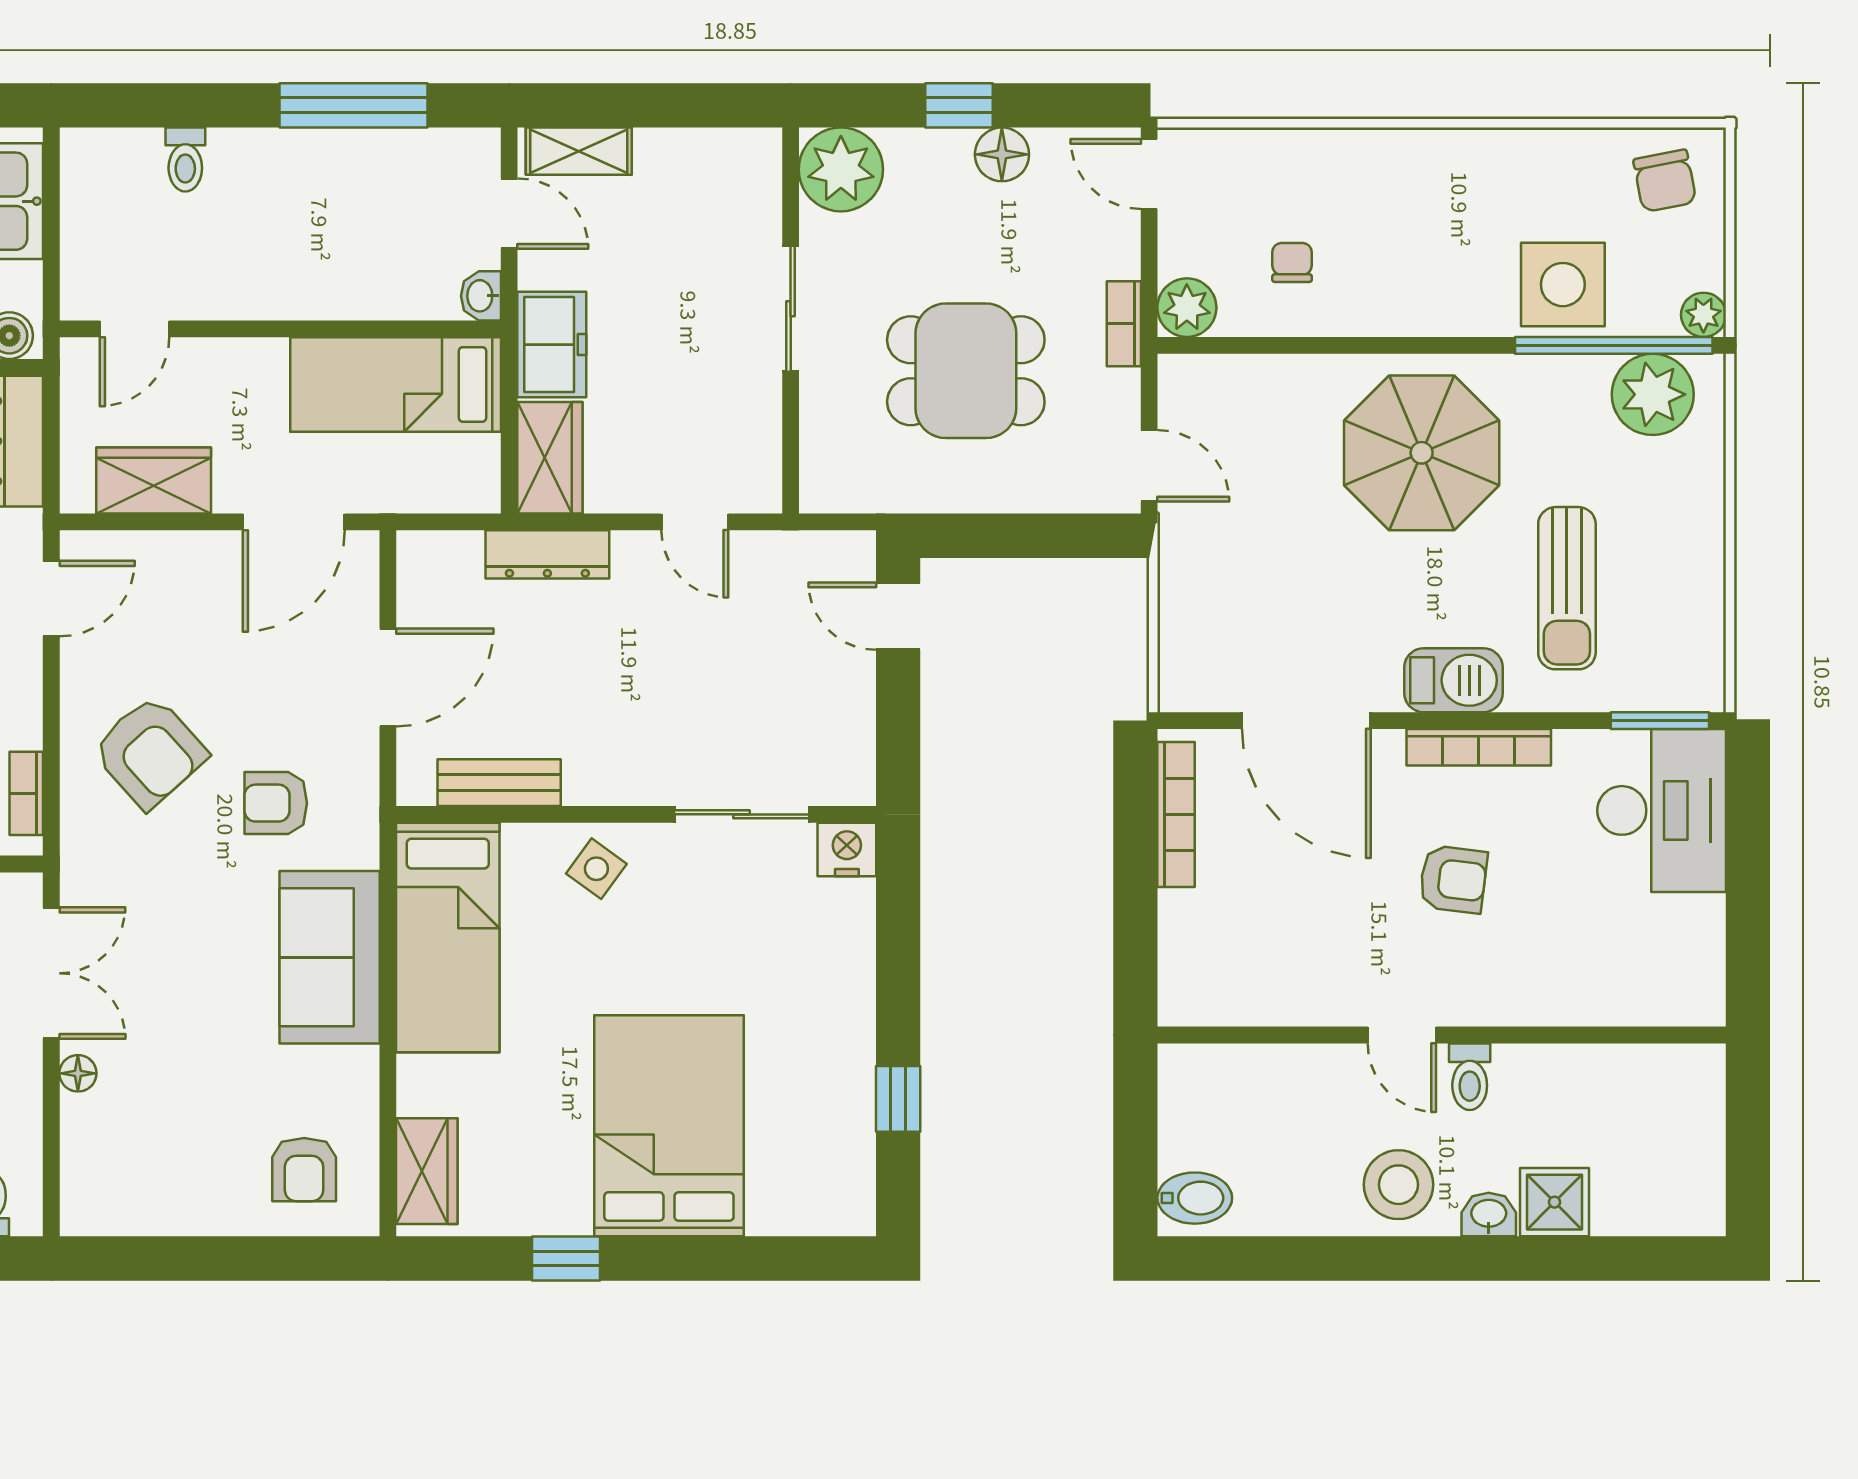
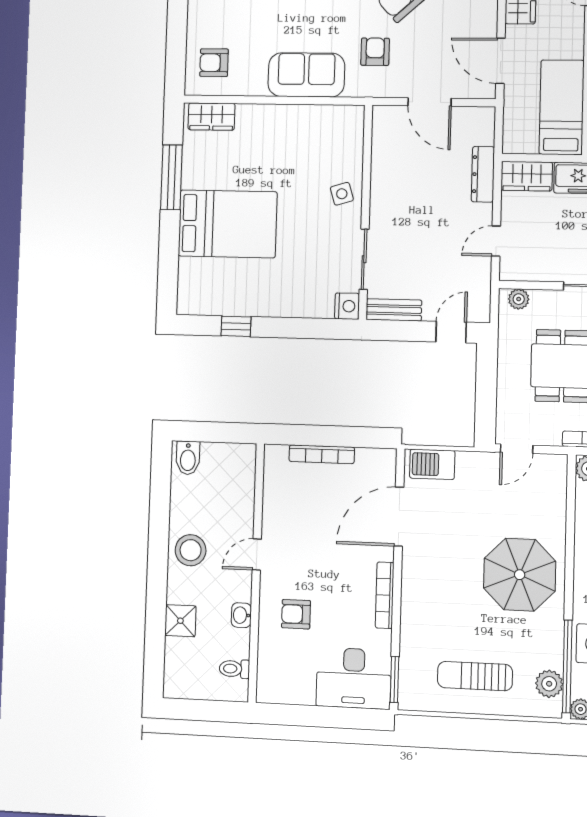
plant: (1653, 394) -> (549, 684), width x0.73, depth x0.73
plant: (822, 469) -> (519, 299), added
sun lounger: (1567, 588) -> (475, 676), moved
barbecue: (1453, 680) -> (432, 464), moved, turned 90
bench: (499, 783) -> (394, 310), moved, turned 90
bookcase: (1176, 814) -> (322, 454), moved
side table: (596, 869) -> (342, 194), turned 37
armchair: (1453, 879) -> (296, 614), moved, turned 83
bed: (448, 937) -> (313, 127), removed
toilet: (1470, 1077) -> (234, 669), moved
washbasin: (1489, 1215) -> (241, 615), moved, turned 180
window: (566, 1258) -> (171, 177), width x2.17

